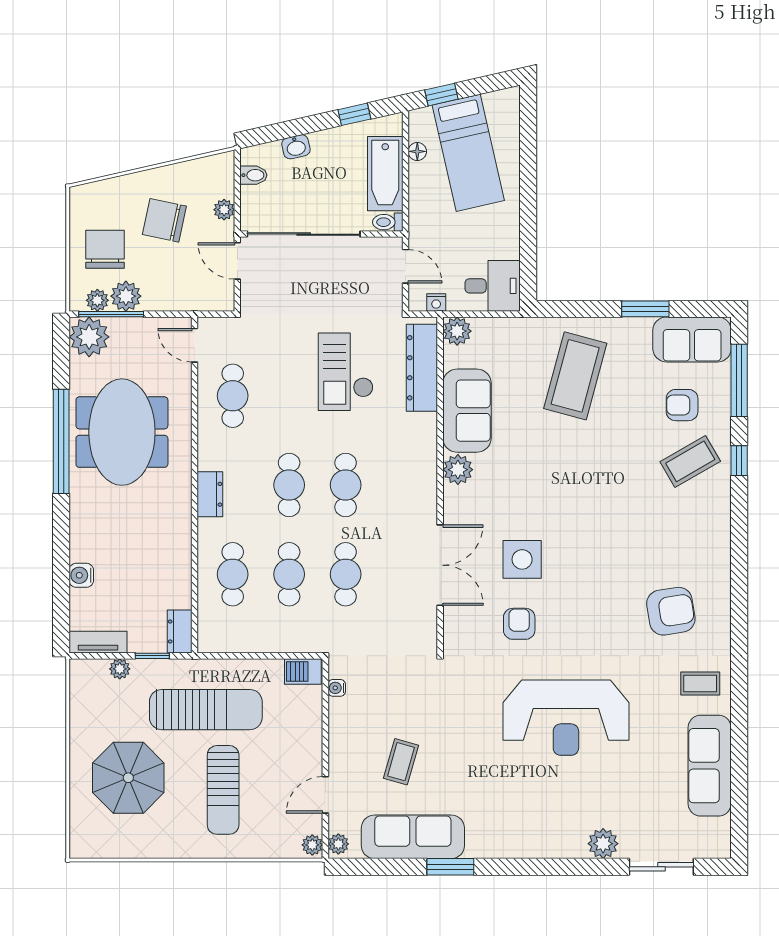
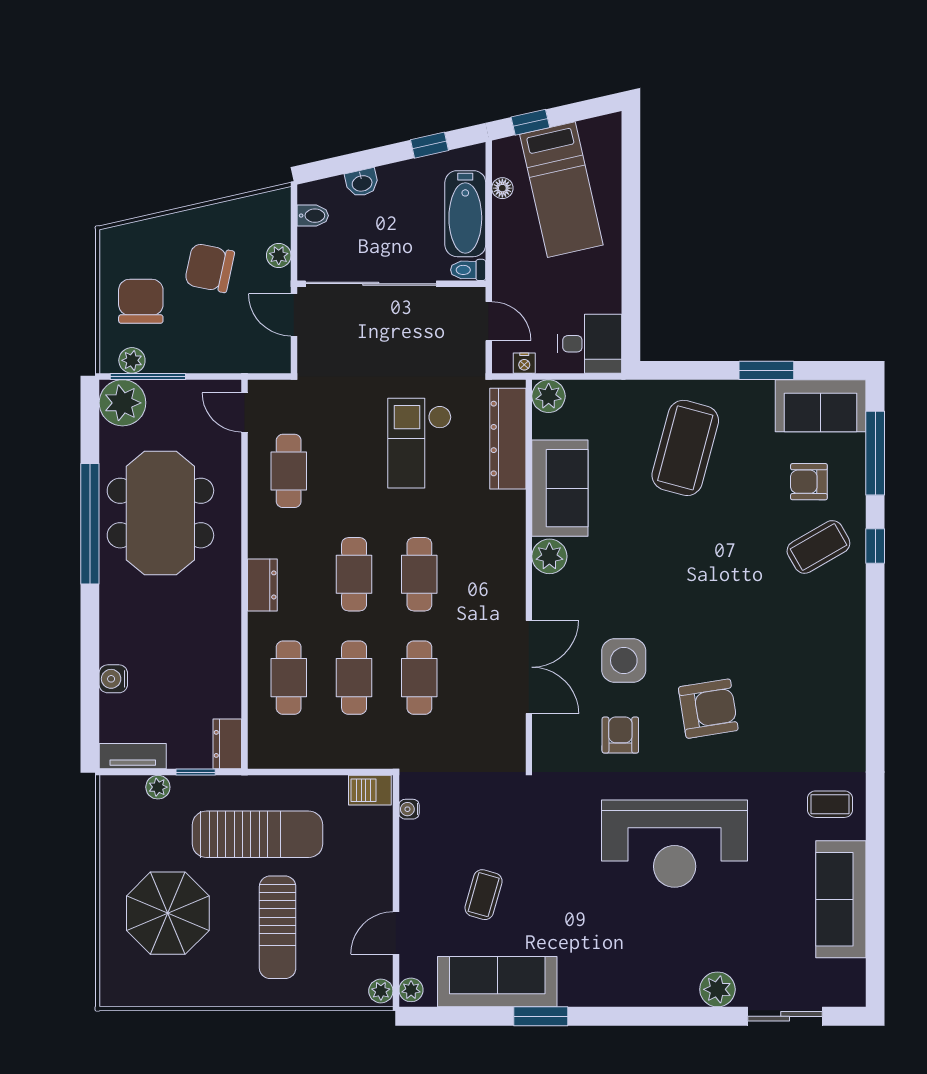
plant: (126, 296) -> (165, 356), removed
armchair: (671, 611) -> (708, 709), moved

